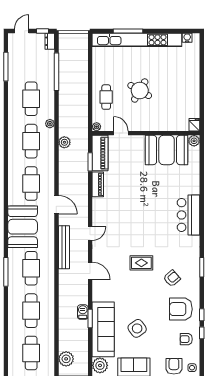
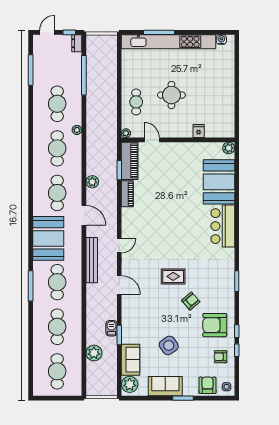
round table: (140, 91) -> (171, 95), turned -30
fridge: (194, 125) -> (199, 131), moved
plant: (64, 142) -> (92, 182), moved
booth: (167, 150) -> (219, 182), moved, turned 90
armchair: (172, 278) -> (191, 301), moved
sofa: (103, 329) -> (131, 360), width x0.54, depth x0.79
plant: (66, 359) -> (94, 353), moved

